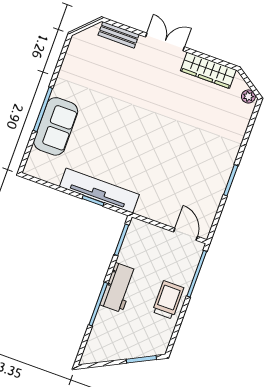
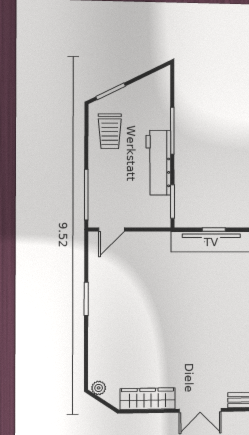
door: (186, 234) -> (112, 229), hinge flipped
workbench: (119, 288) -> (158, 163), width x1.38
trolley: (168, 300) -> (110, 131), moved

